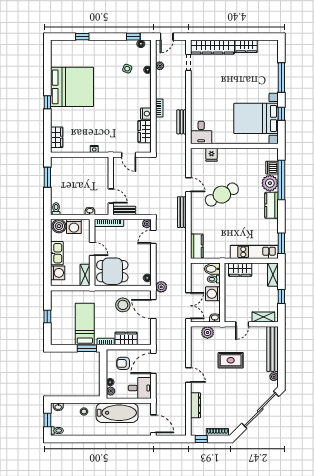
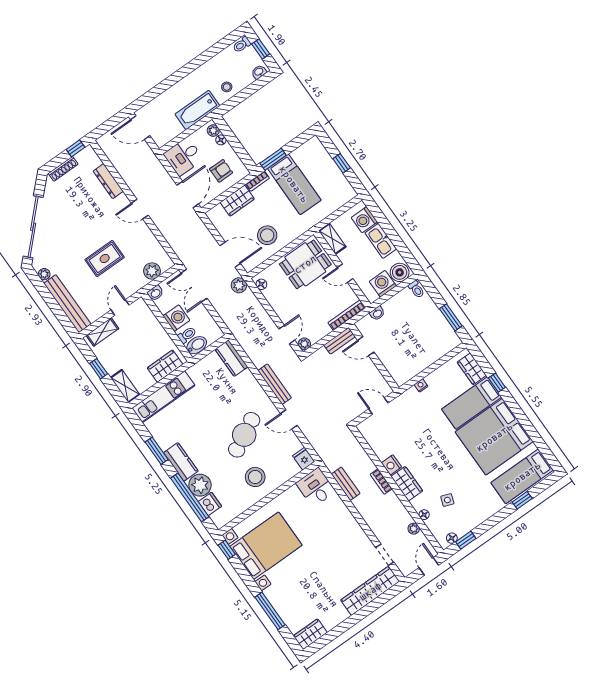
wardrobe: (246, 46) -> (310, 634), moved
bed: (72, 51) -> (522, 476), added
window: (47, 102) -> (497, 383), moved
window: (281, 114) -> (227, 550), moved
bed: (71, 117) -> (472, 403), added
wardrobe: (145, 132) -> (407, 484), moved
fridge: (212, 155) -> (304, 459), moved
stool: (233, 164) -> (255, 477), added
window: (281, 243) -> (157, 451), moved
bathtub: (117, 413) -> (197, 110), width x0.73, depth x0.73

